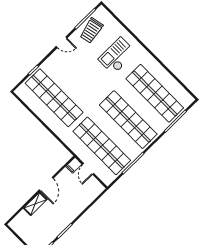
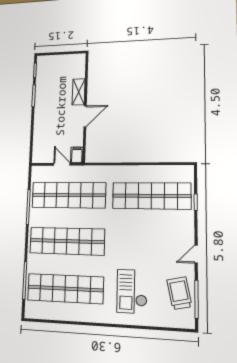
checkout: (117, 56) -> (132, 291), turned 180
door: (46, 184) -> (85, 116), swing flipped

